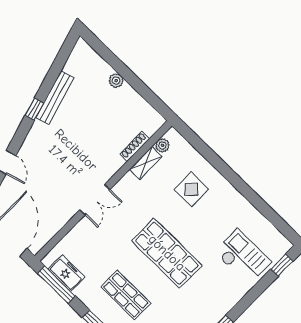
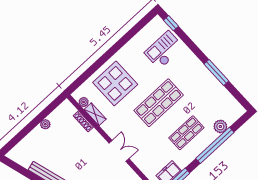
plant: (116, 81) -> (45, 124), moved
display table: (191, 189) -> (115, 83), width x1.86, depth x1.86

